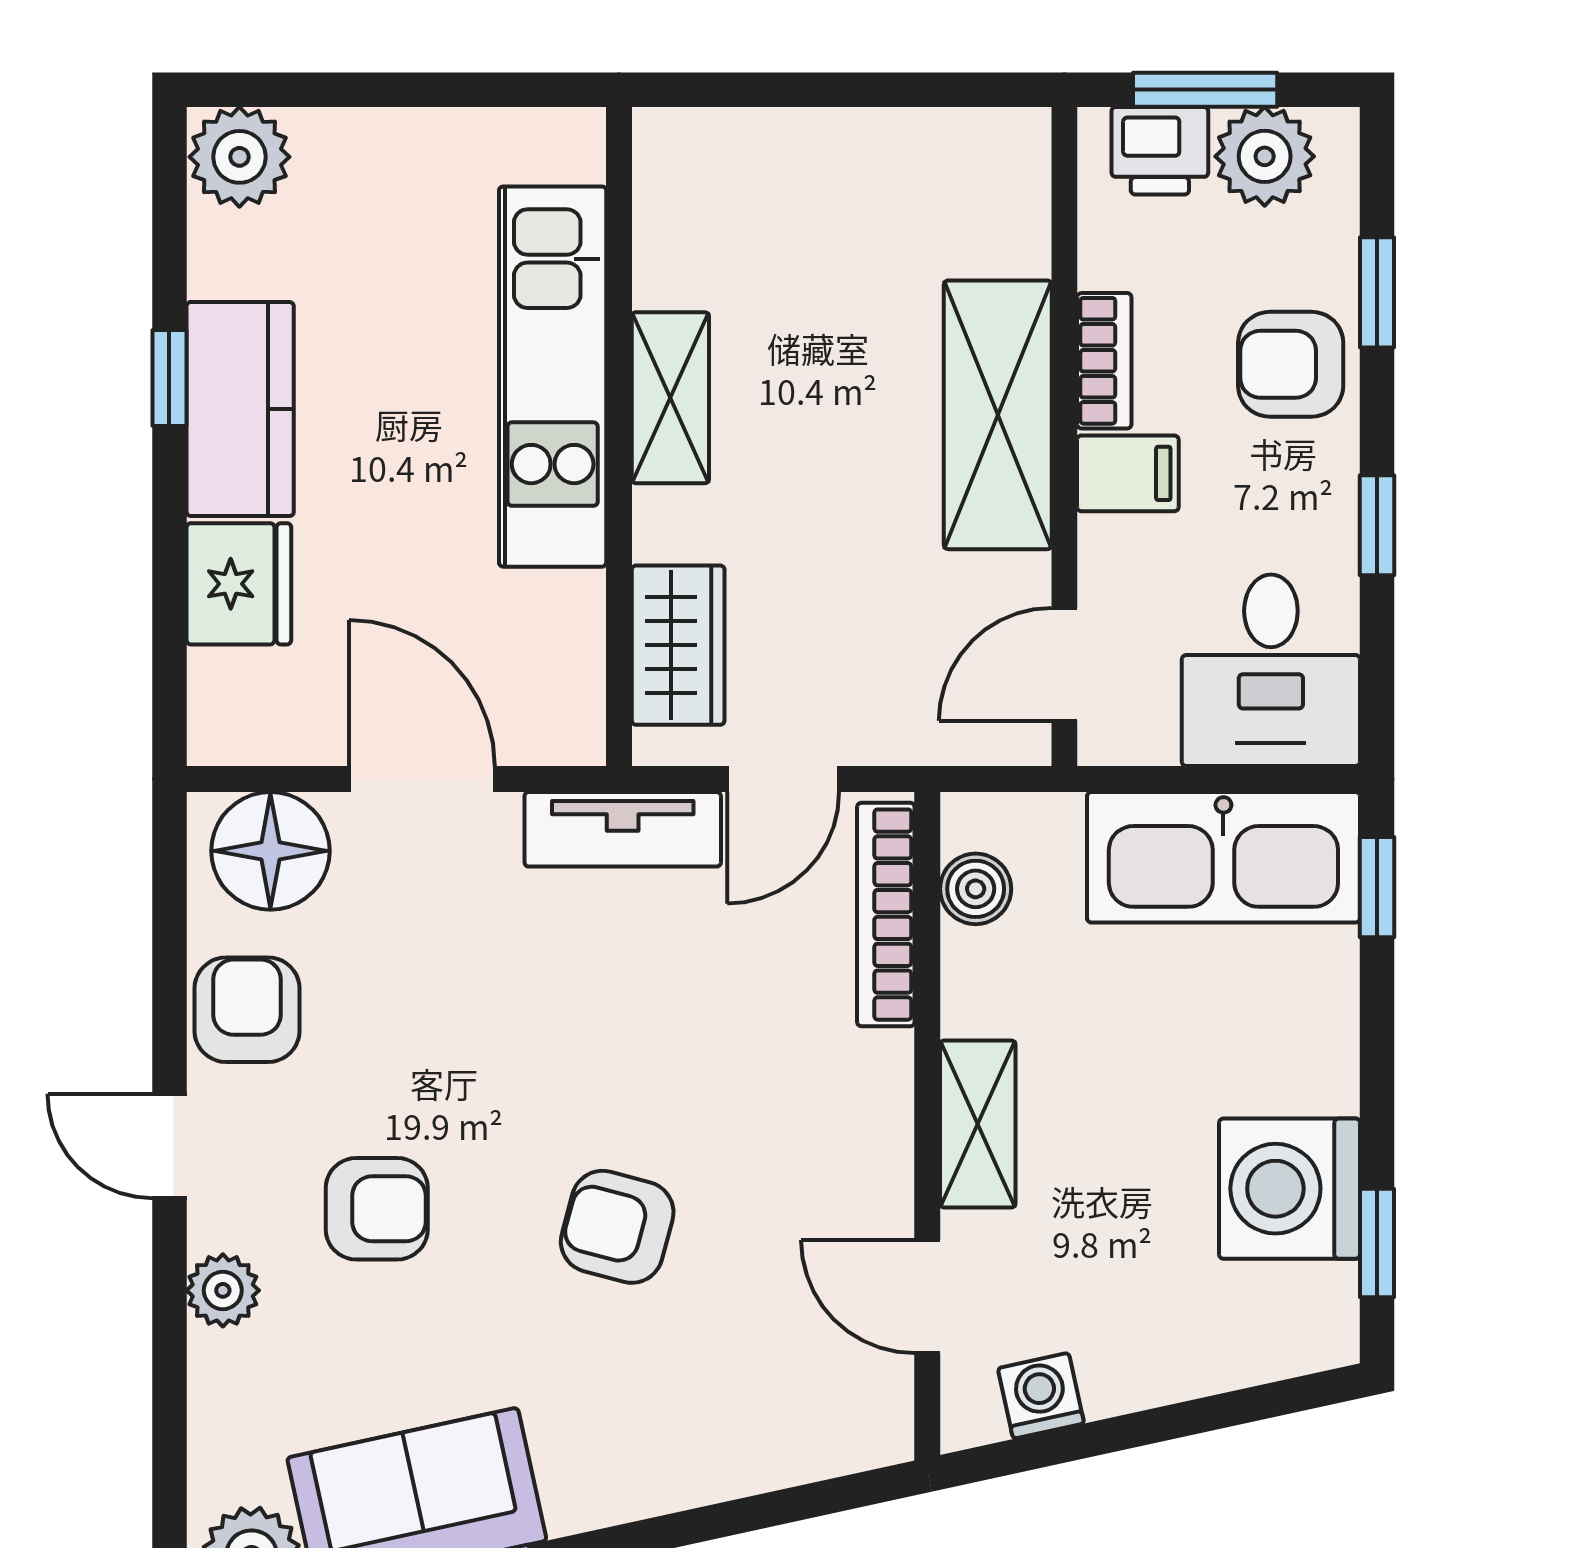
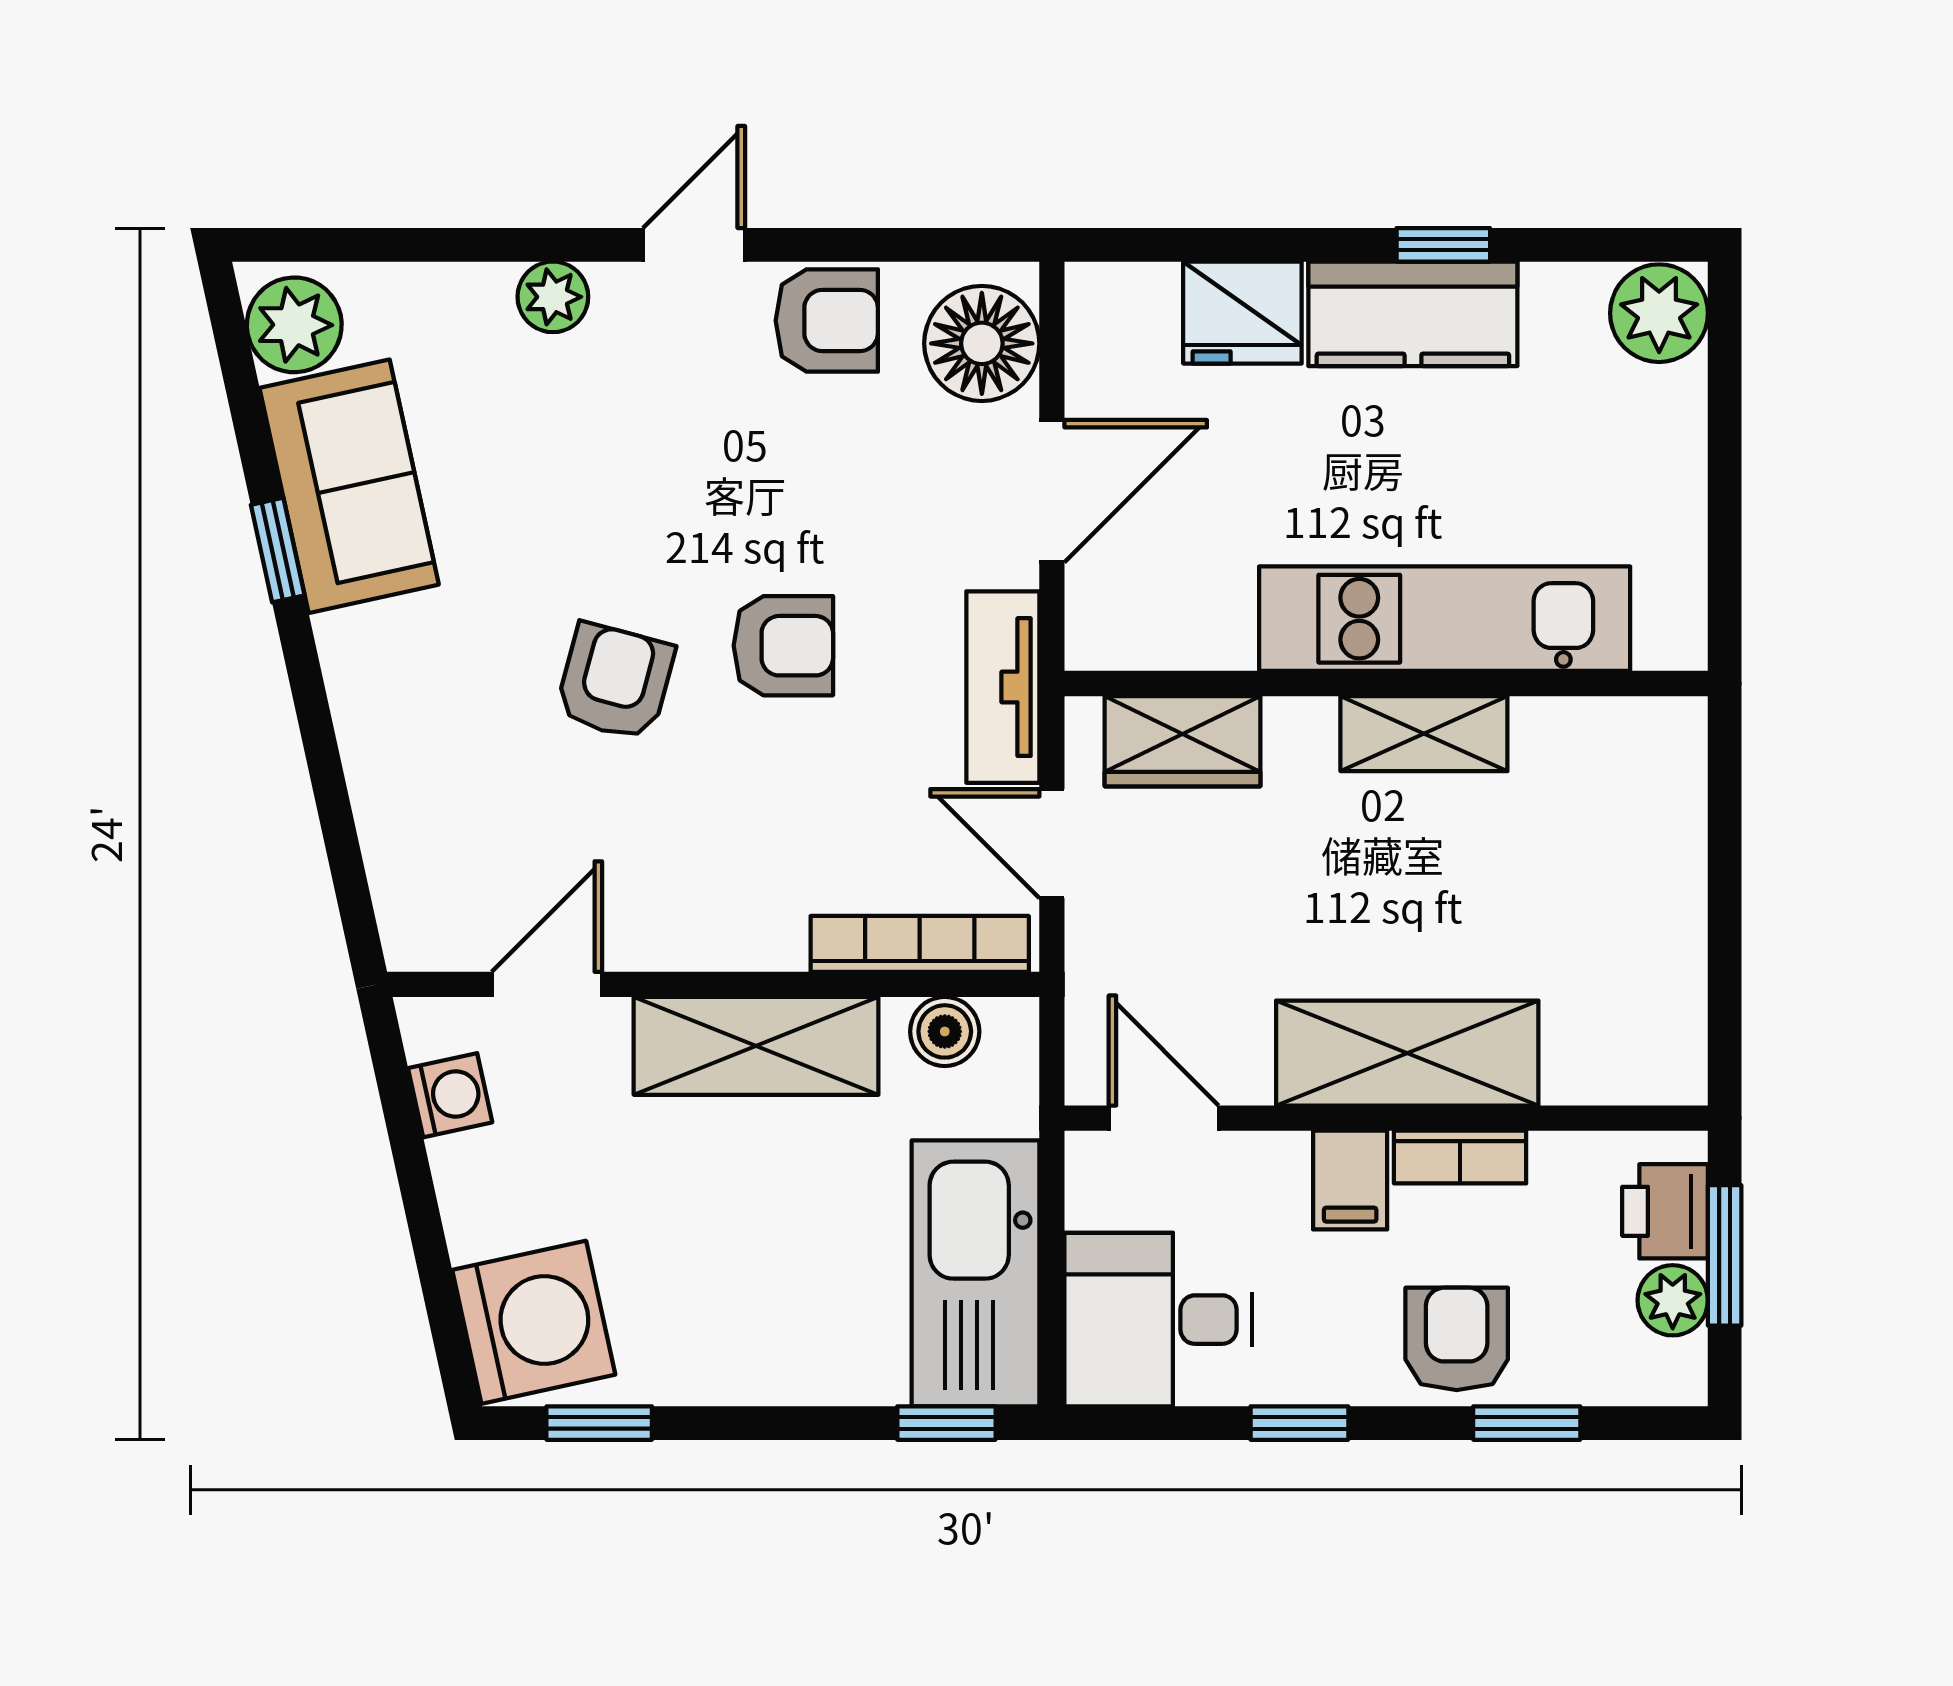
plant: (1265, 156) -> (1673, 1300), width x0.73, depth x0.73
shelving: (978, 1124) -> (756, 1046), width x1.50, depth x1.33
washing machine: (1289, 1189) -> (534, 1322), moved, turned 78
armchair: (377, 1209) -> (783, 646), moved, turned -90

